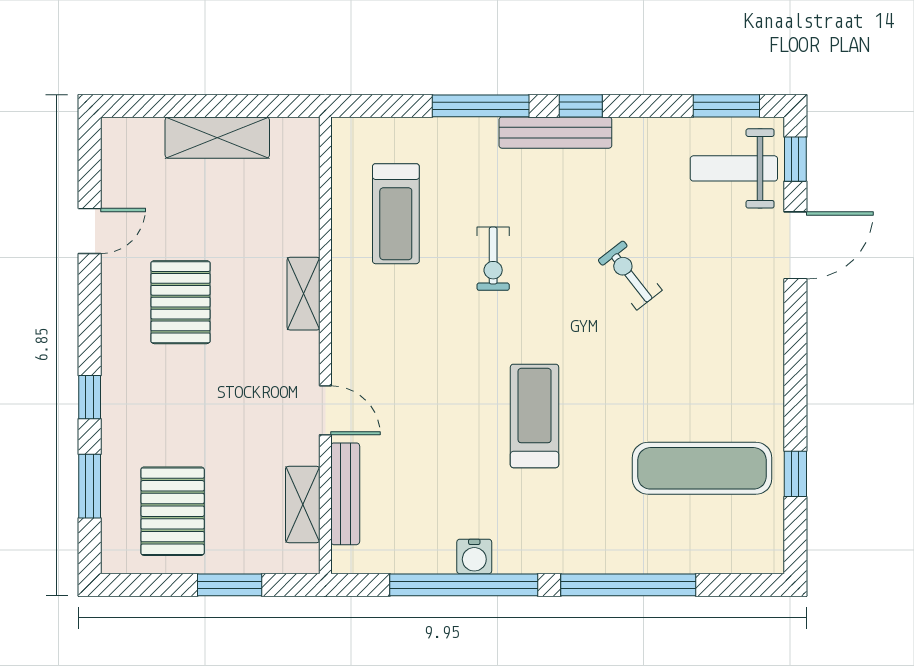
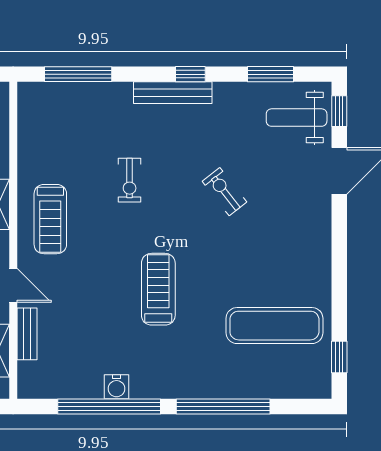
window: (481, 106) -> (78, 74), moved
window: (726, 106) -> (270, 74), moved
treadmill: (396, 214) -> (50, 219), moved
window: (795, 474) -> (339, 357), moved
bench: (345, 494) -> (27, 334), width x0.73

